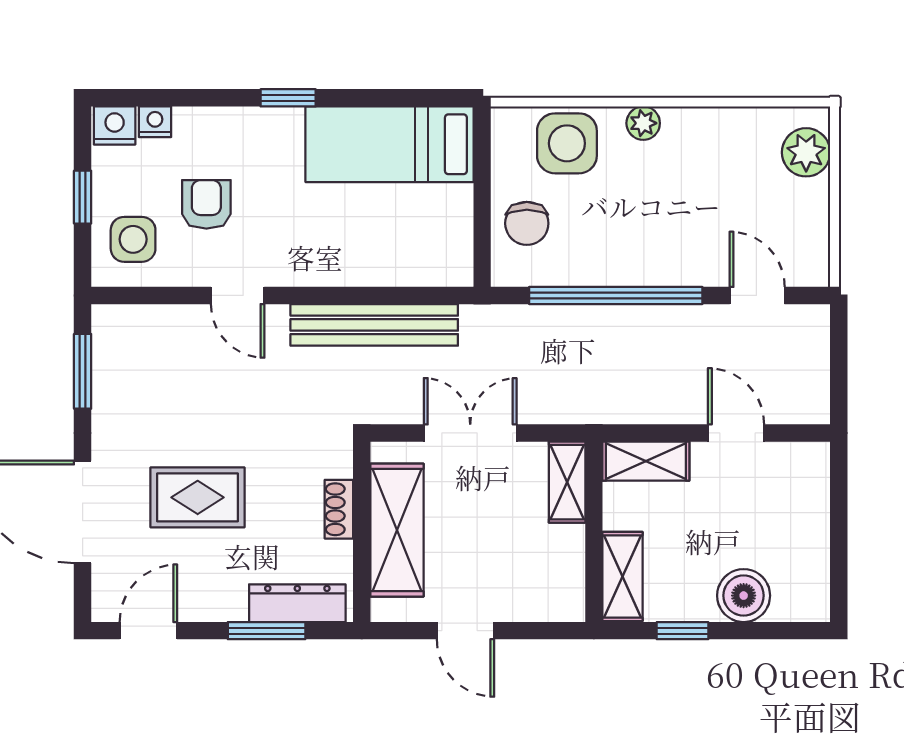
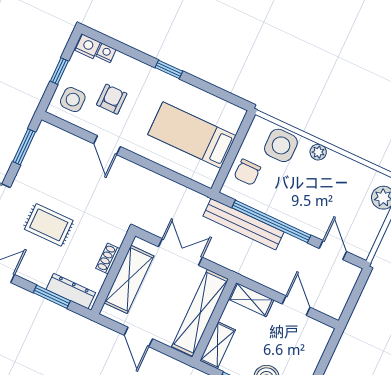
bed: (389, 144) -> (192, 135), moved
bench: (374, 325) -> (243, 224), moved
shelving: (567, 482) -> (200, 313), width x2.20, depth x1.33

